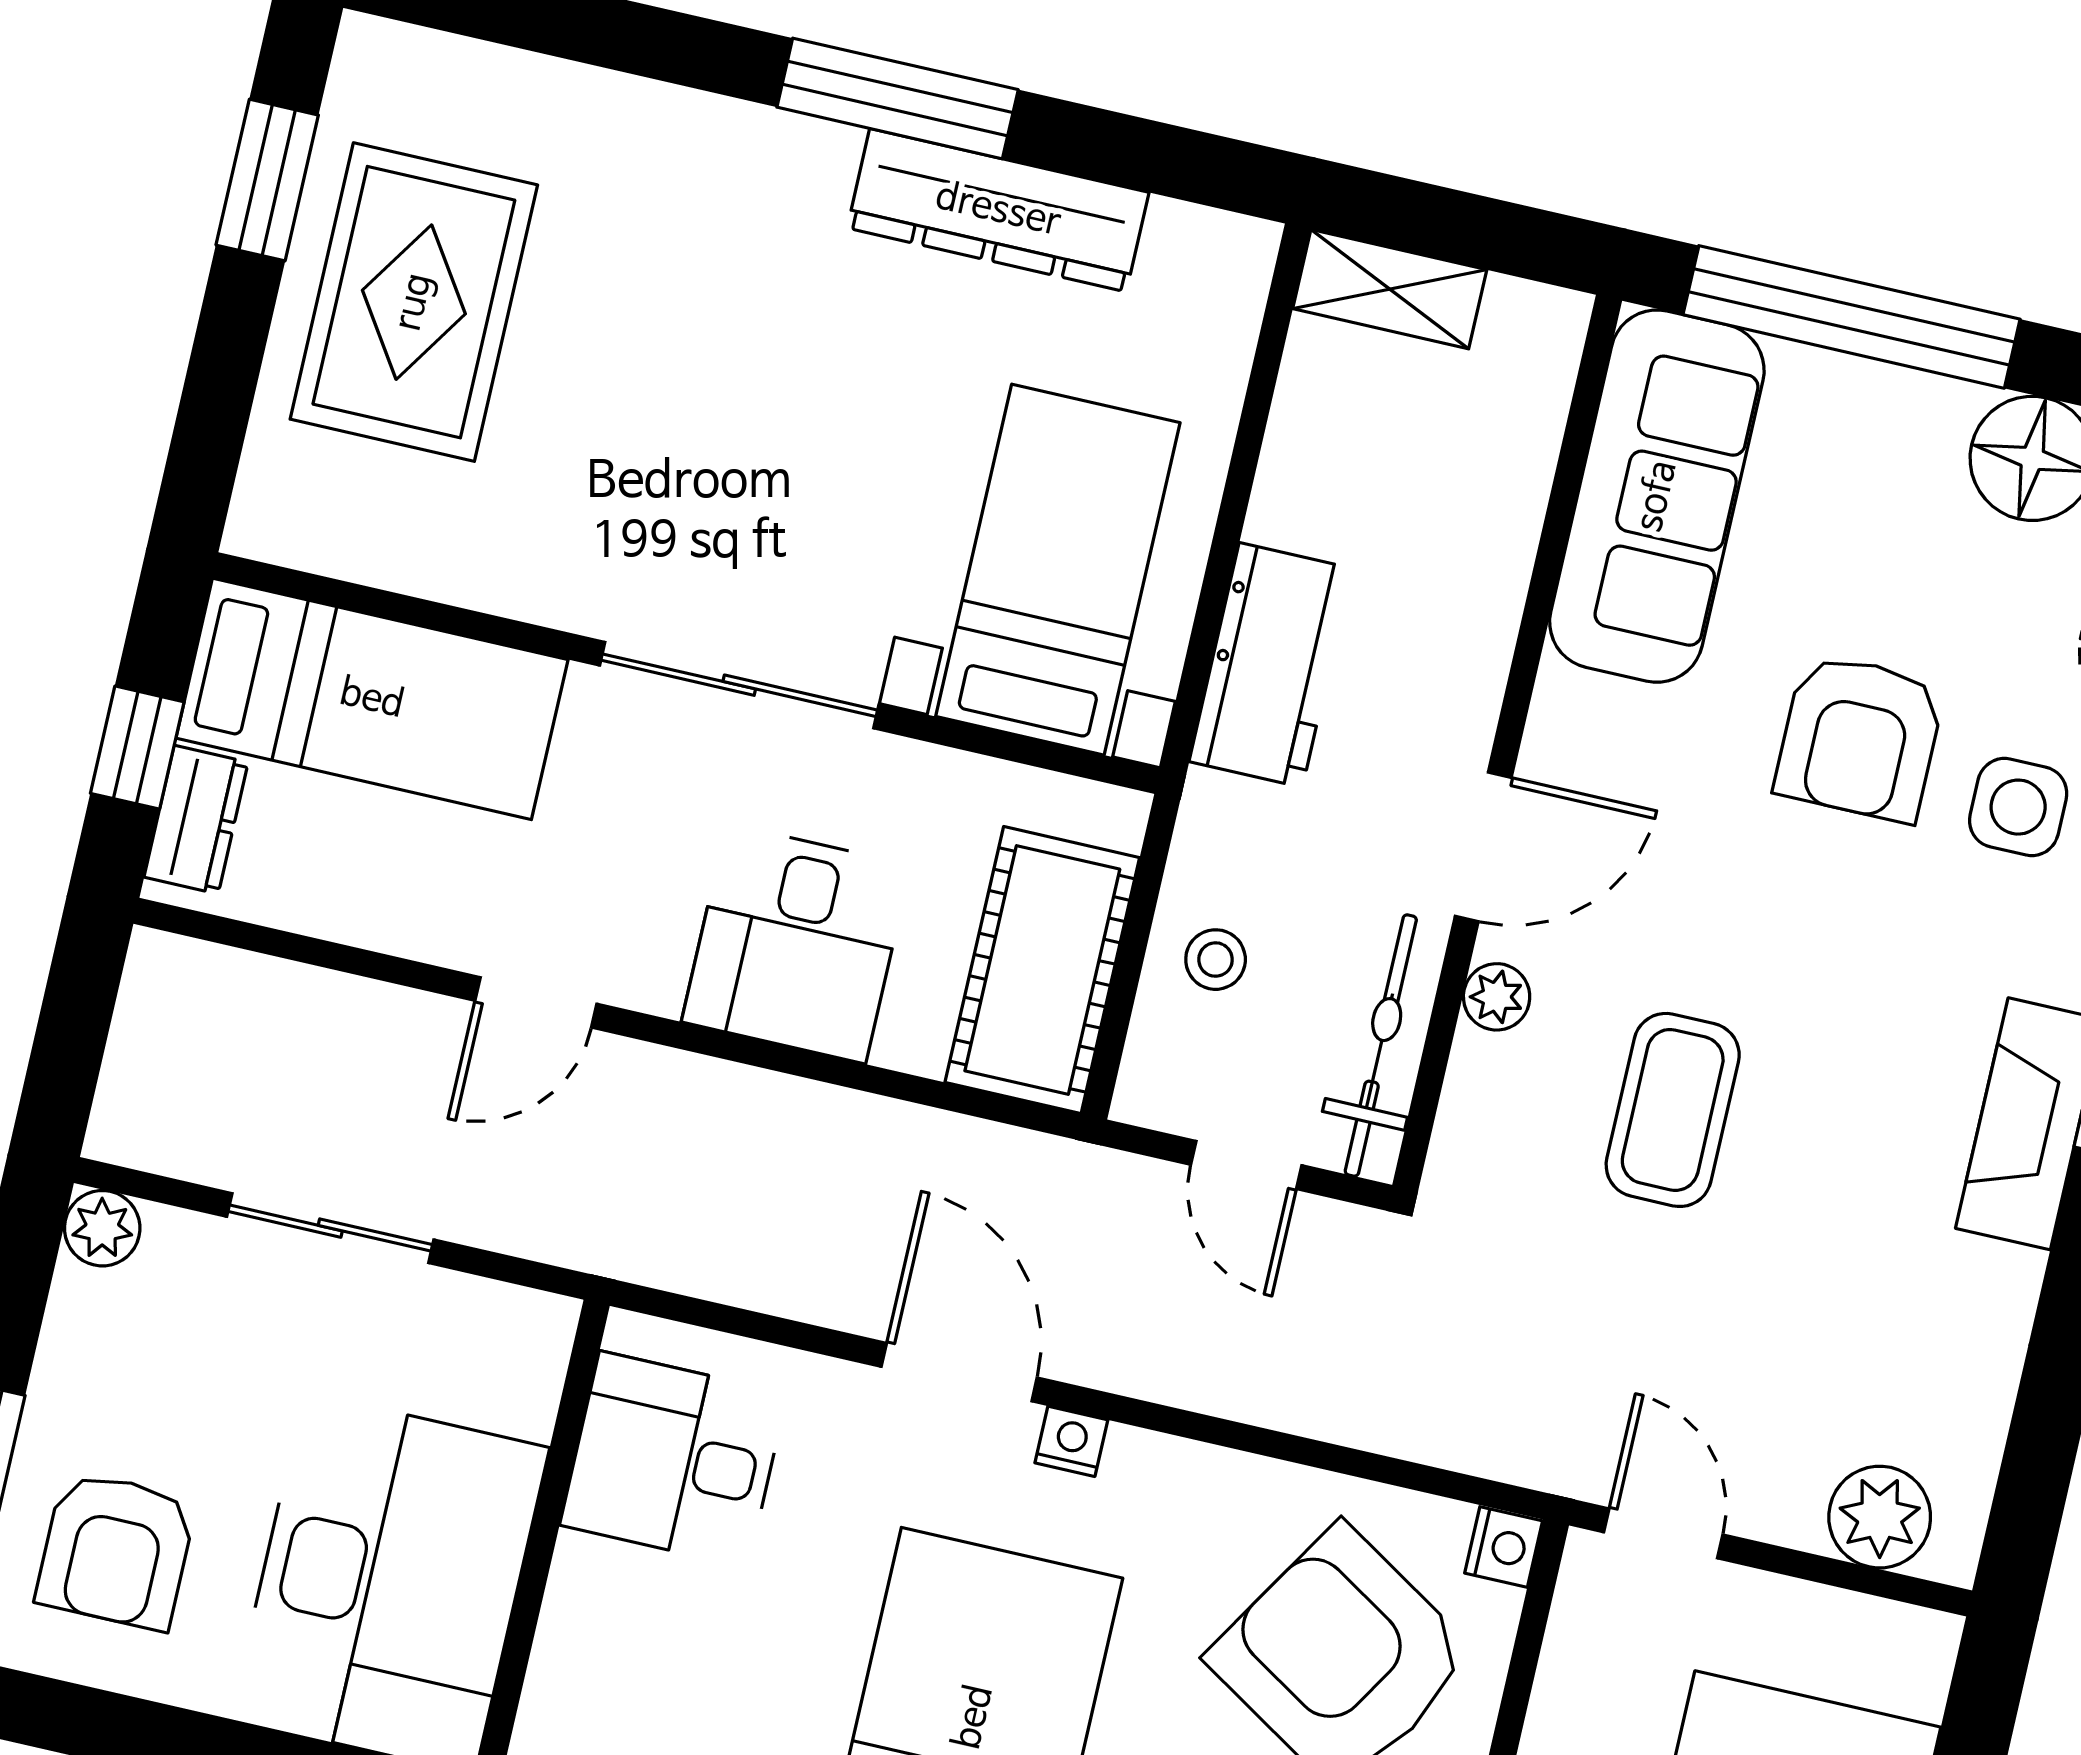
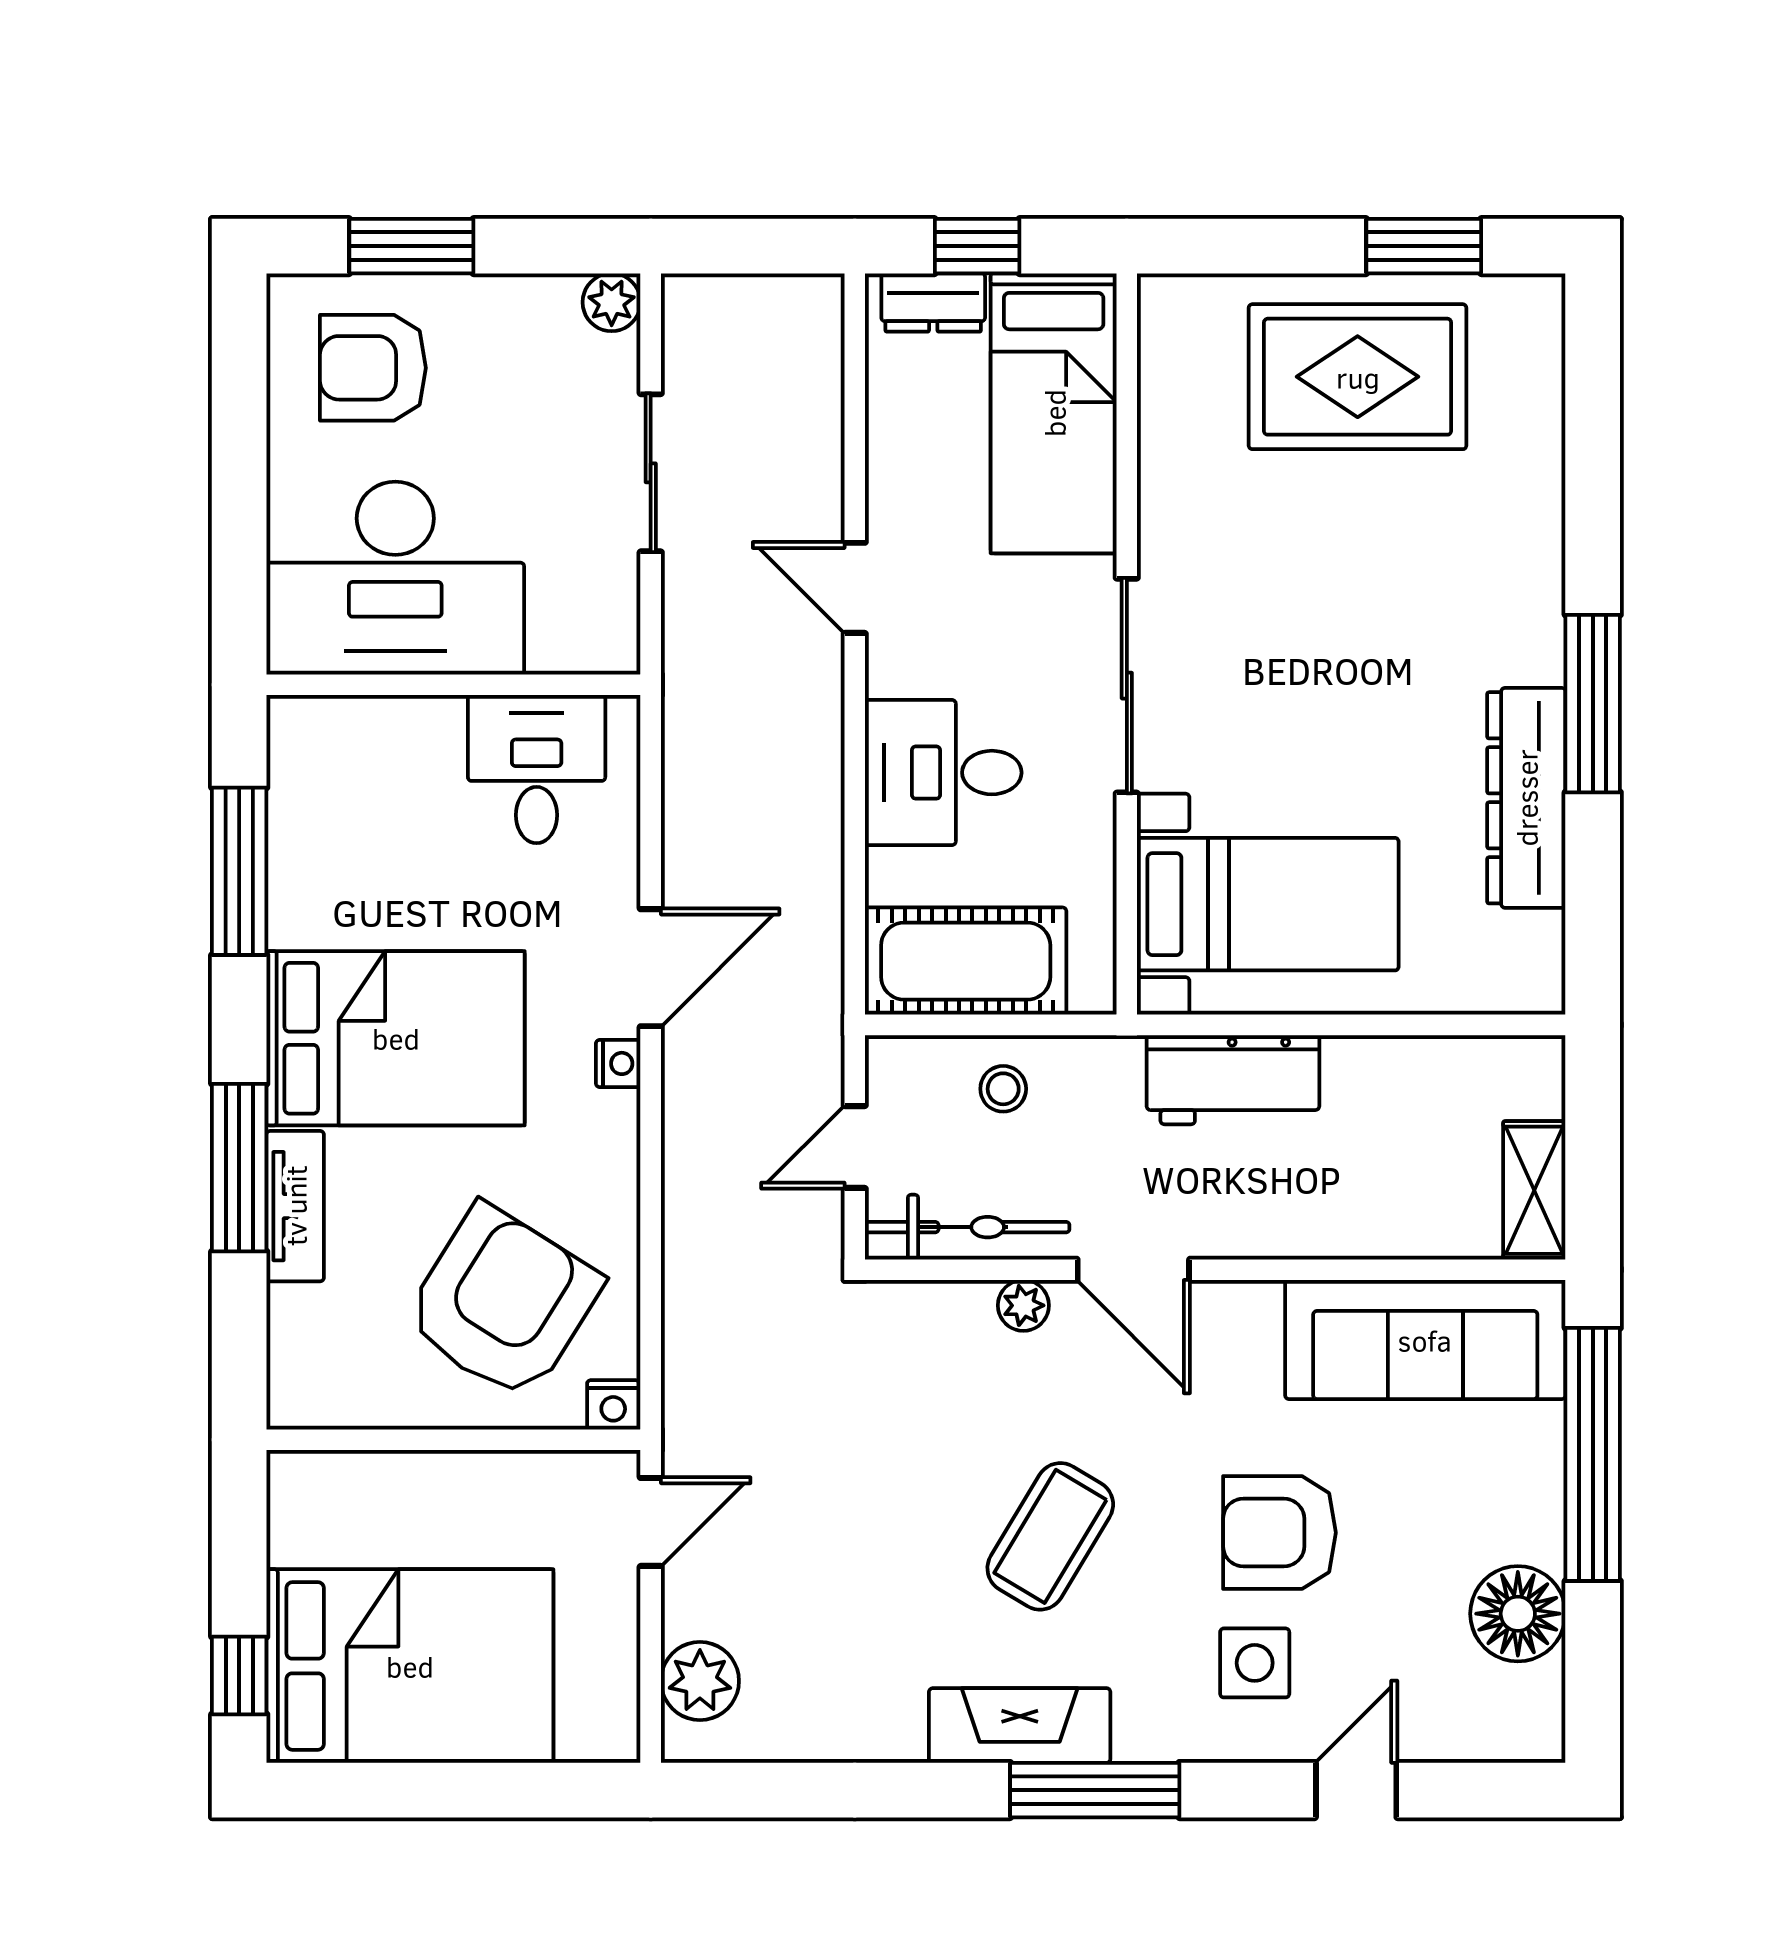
shelving: (1390, 289) -> (1534, 1190), moved
coffee table: (1673, 1110) -> (1050, 1536), moved, turned -59

